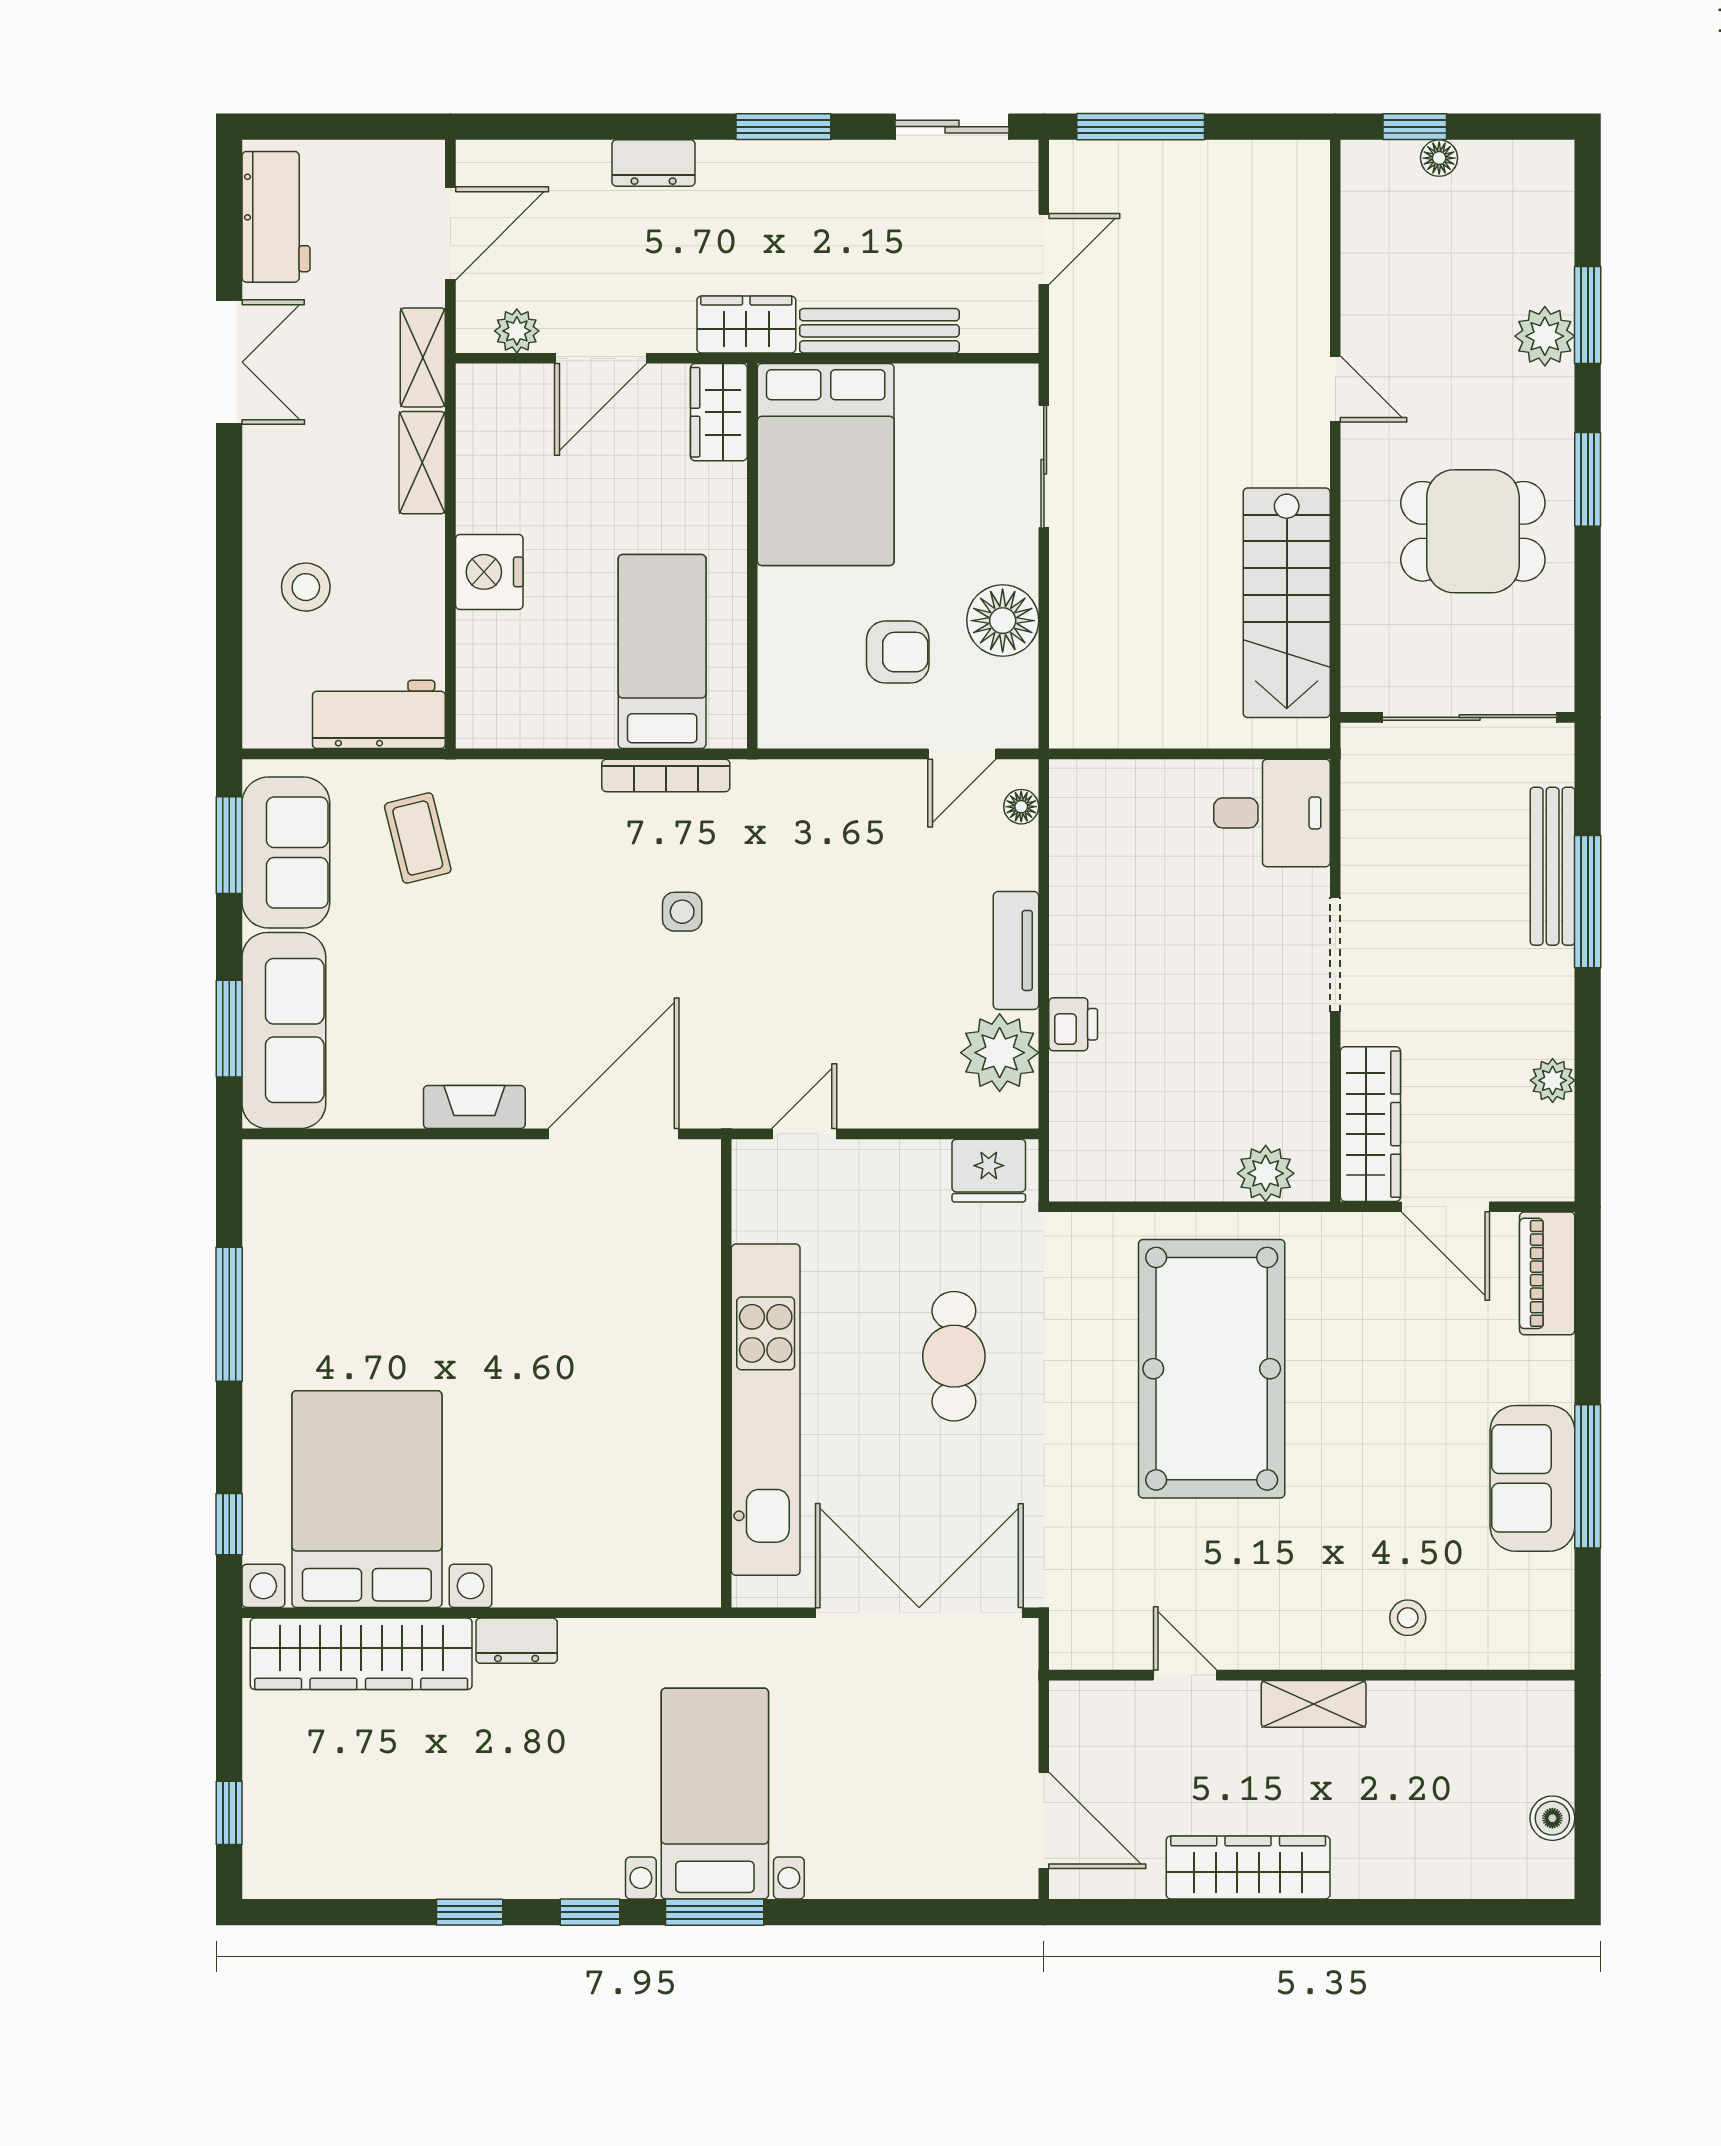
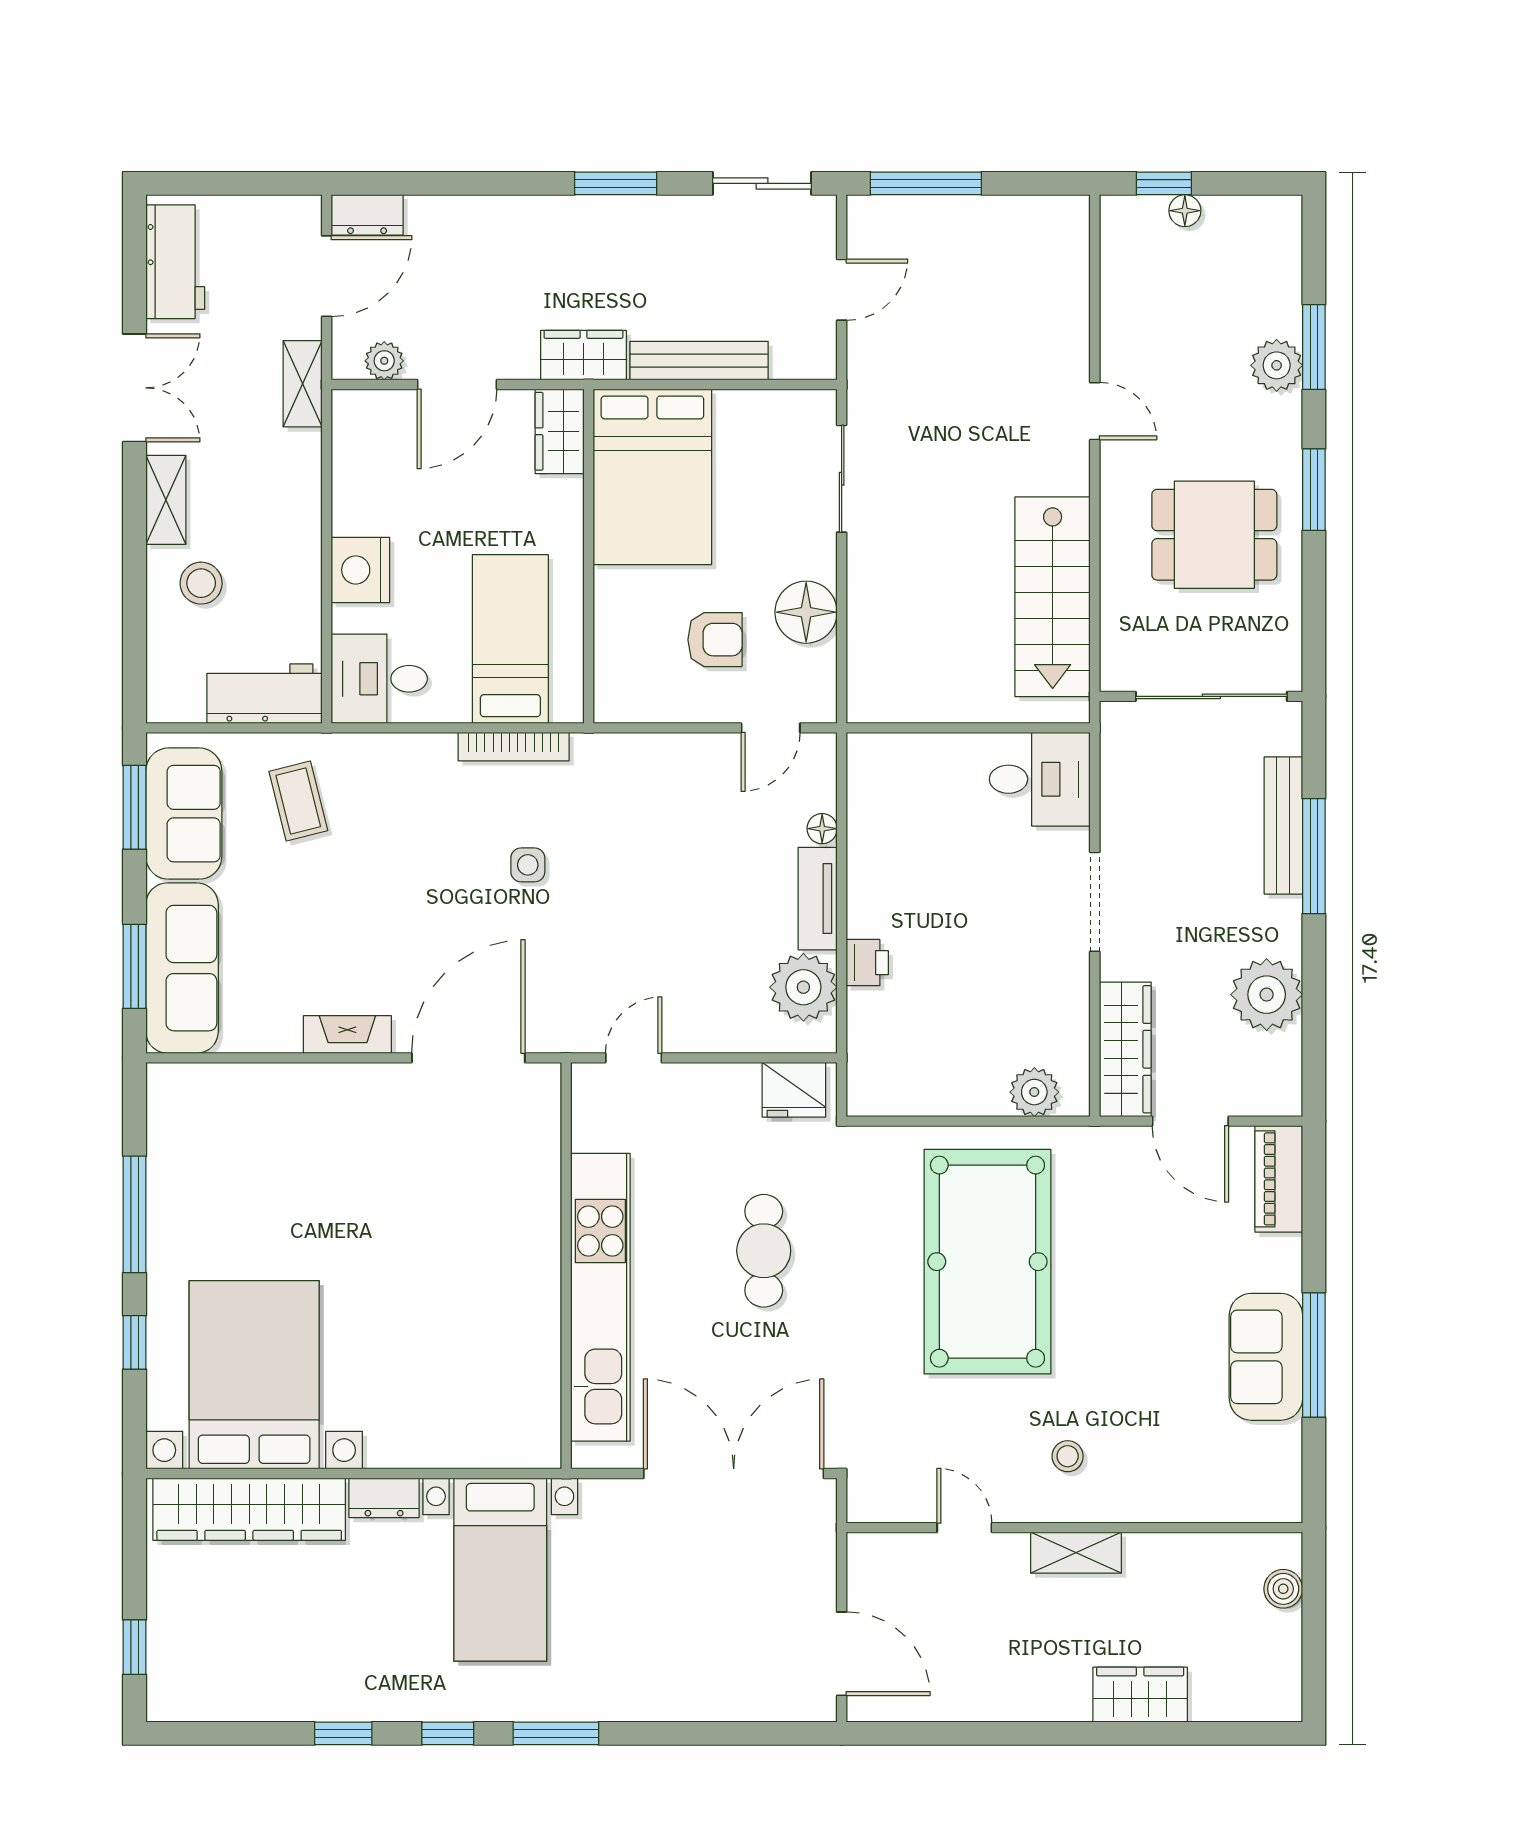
dresser: (654, 163) -> (367, 215), moved
shelving: (422, 463) -> (166, 500), moved
desk: (511, 697) -> (379, 679), added
floor lamp: (1021, 807) -> (822, 829), moved
plant: (1553, 1080) -> (1267, 995), width x1.88, depth x1.88
window: (229, 1524) -> (135, 1342), moved
stool: (1408, 1618) -> (1068, 1456), moved
bed with nightstands: (715, 1794) -> (500, 1570), moved, turned 180
boiler: (1552, 1818) -> (1283, 1589), moved
wardrobe: (1248, 1867) -> (1140, 1695), moved, width x0.67

